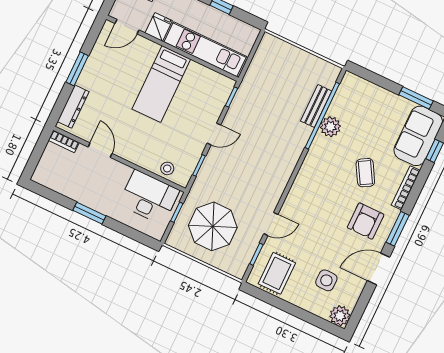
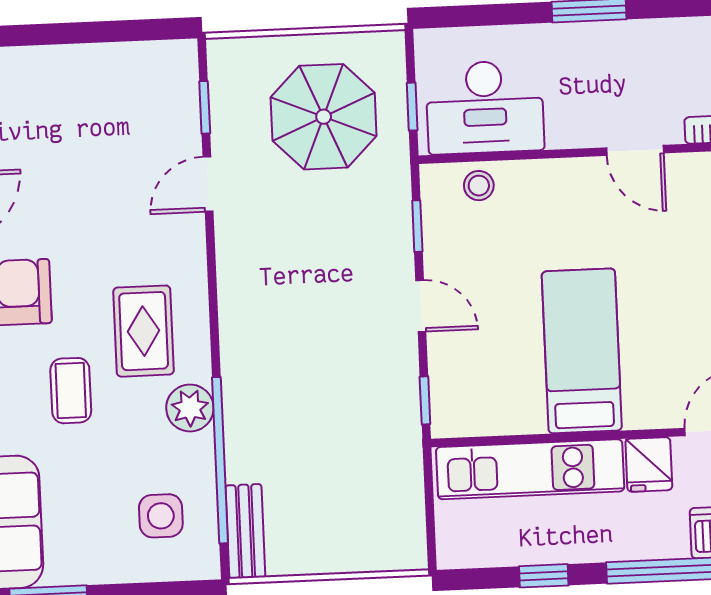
bench: (316, 106) -> (245, 531), moved
plant: (330, 127) -> (190, 408), moved
door: (214, 134) -> (421, 306), swing flipped
coffee table: (365, 173) -> (71, 391), turned 30
rug: (277, 273) -> (144, 331), moved
side table: (326, 280) -> (161, 516), moved

